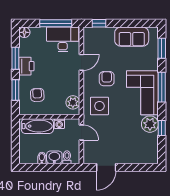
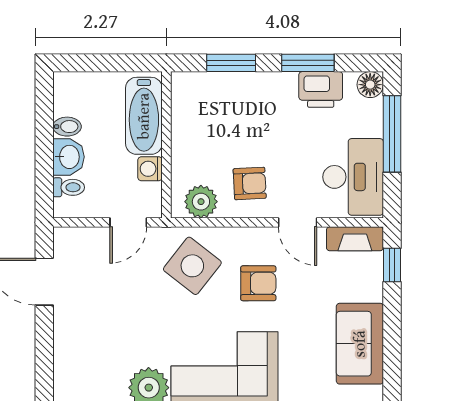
window: (56, 23) -> (392, 134), moved
fireplace: (88, 39) -> (355, 239), added
printer: (26, 66) -> (321, 89), moved
armchair: (37, 95) -> (250, 183), moved
side table: (99, 106) -> (192, 266), turned 38

